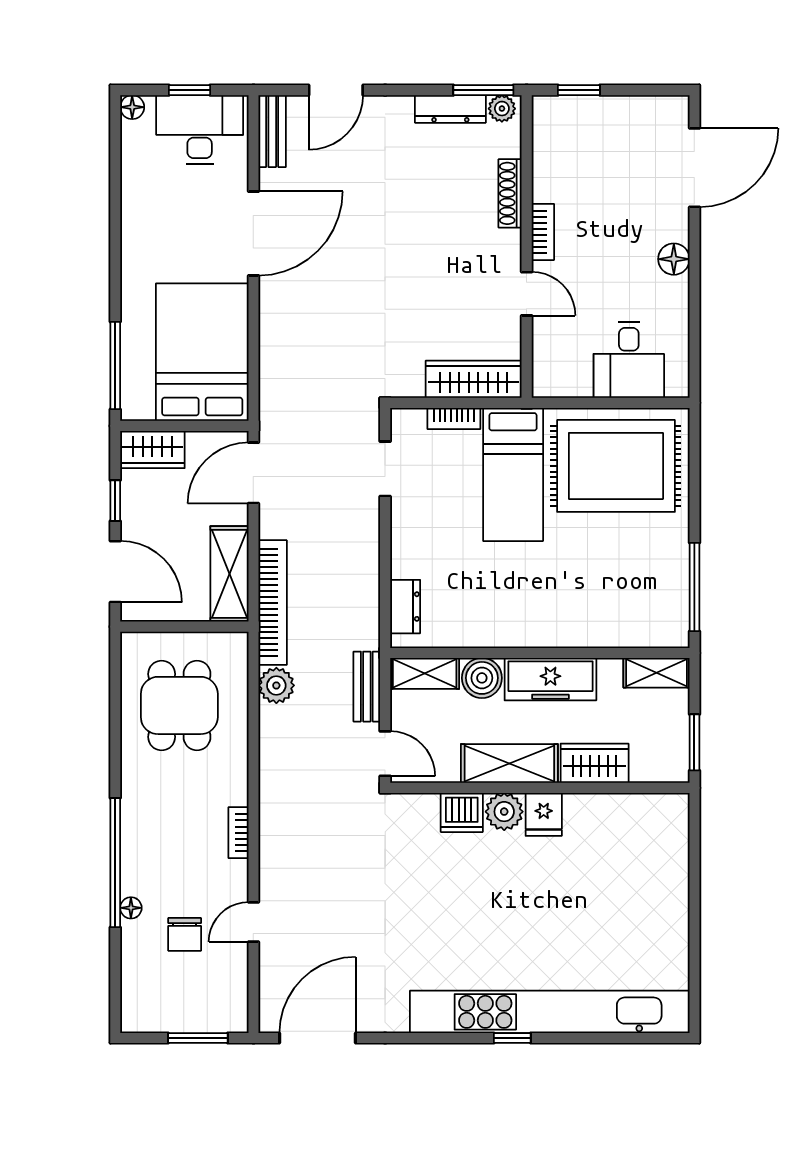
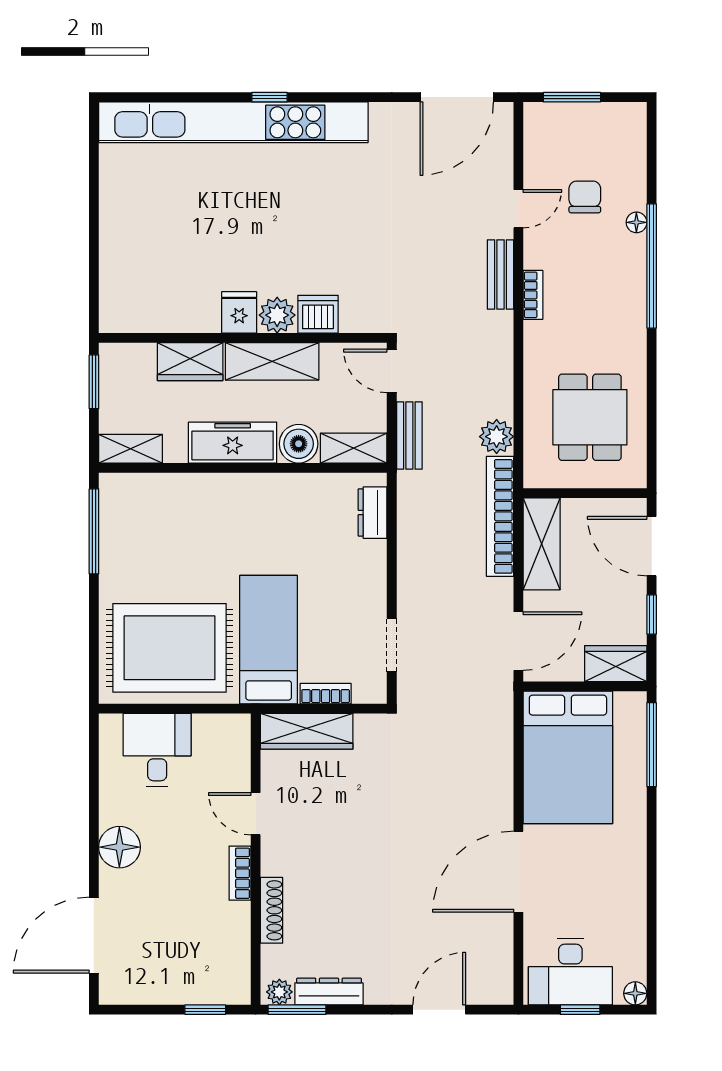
bench: (272, 131) -> (501, 275), moved
floor lamp: (674, 259) -> (119, 847), width x1.38, depth x1.38

